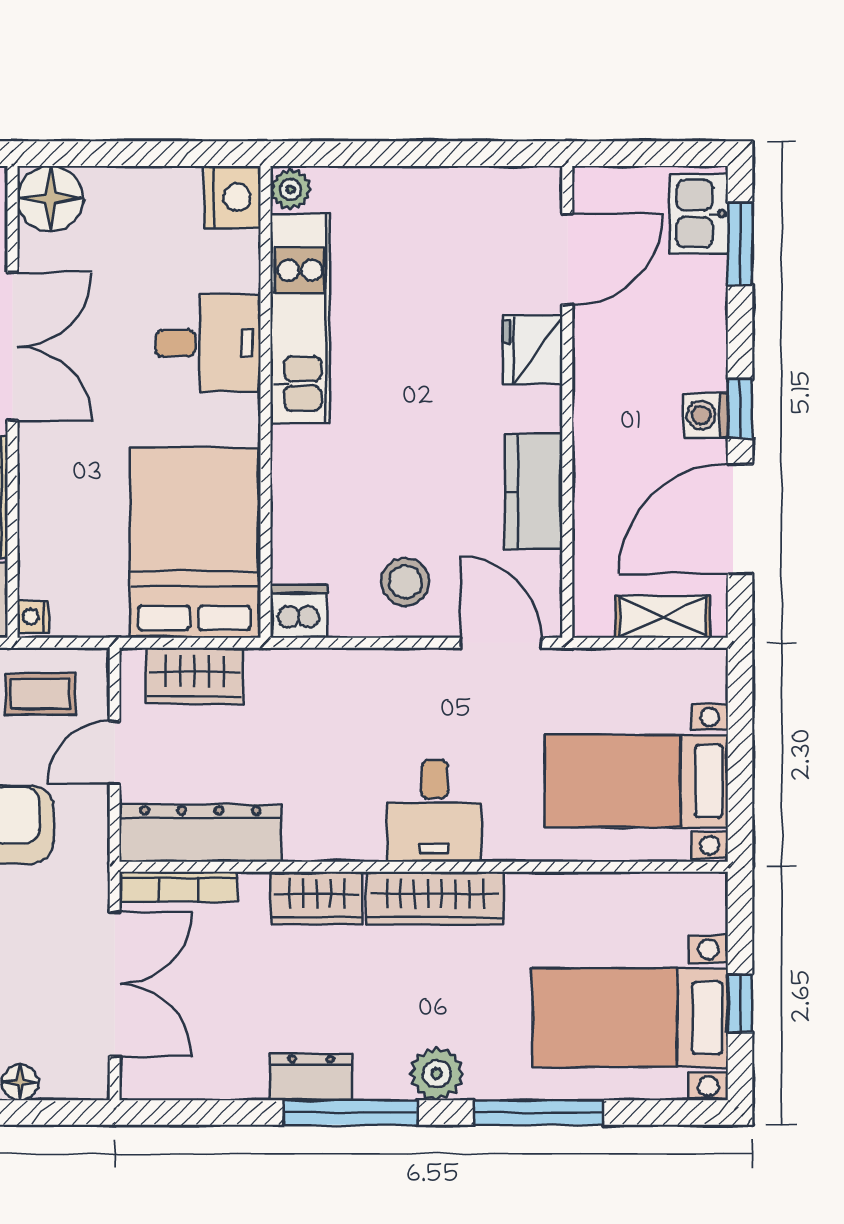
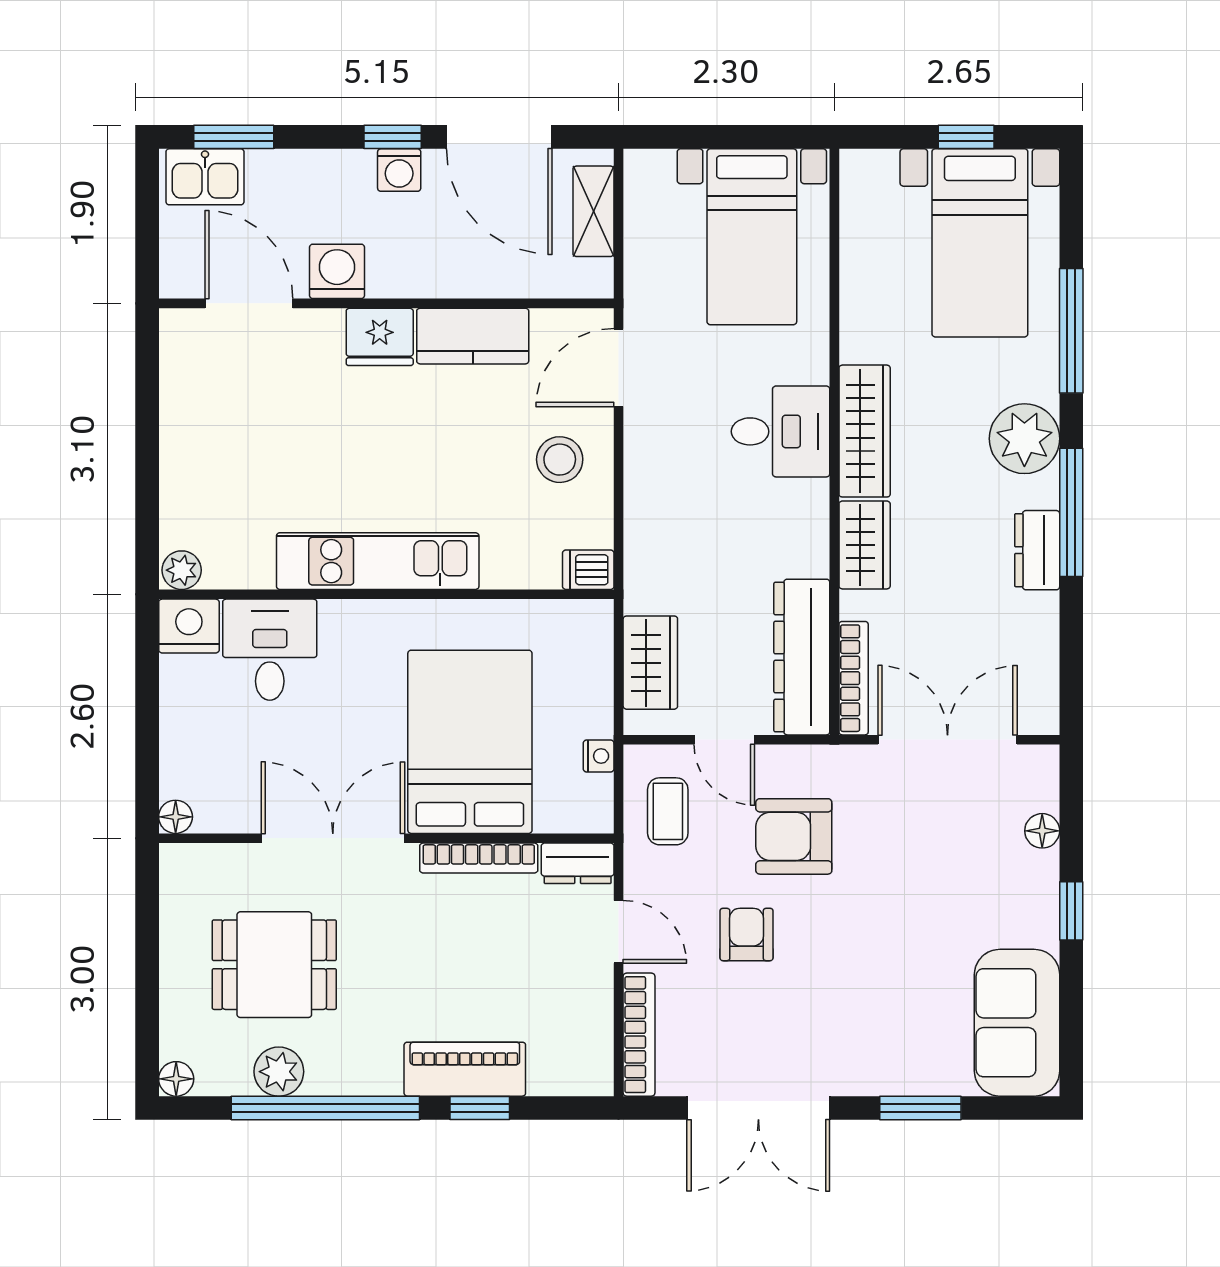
floor lamp: (50, 199) -> (176, 817), width x0.53, depth x0.53
kitchen unit: (300, 318) -> (378, 561), moved
desk: (208, 343) -> (270, 650), moved
fridge: (533, 350) -> (380, 337), moved
washing machine: (601, 351) -> (337, 271), added
bed: (194, 543) -> (470, 742), moved, turned 90
dishwasher: (299, 611) -> (588, 570), width x0.73
nightstand: (33, 617) -> (599, 756), moved, turned -90
plant: (437, 1074) -> (1024, 439), width x1.36, depth x1.36

